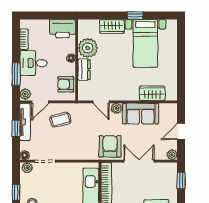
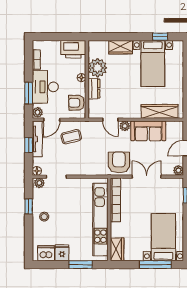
window: (135, 16) -> (160, 37), moved
desk: (33, 63) -> (45, 87), width x1.37
wardrobe: (152, 93) -> (160, 111), width x1.50

